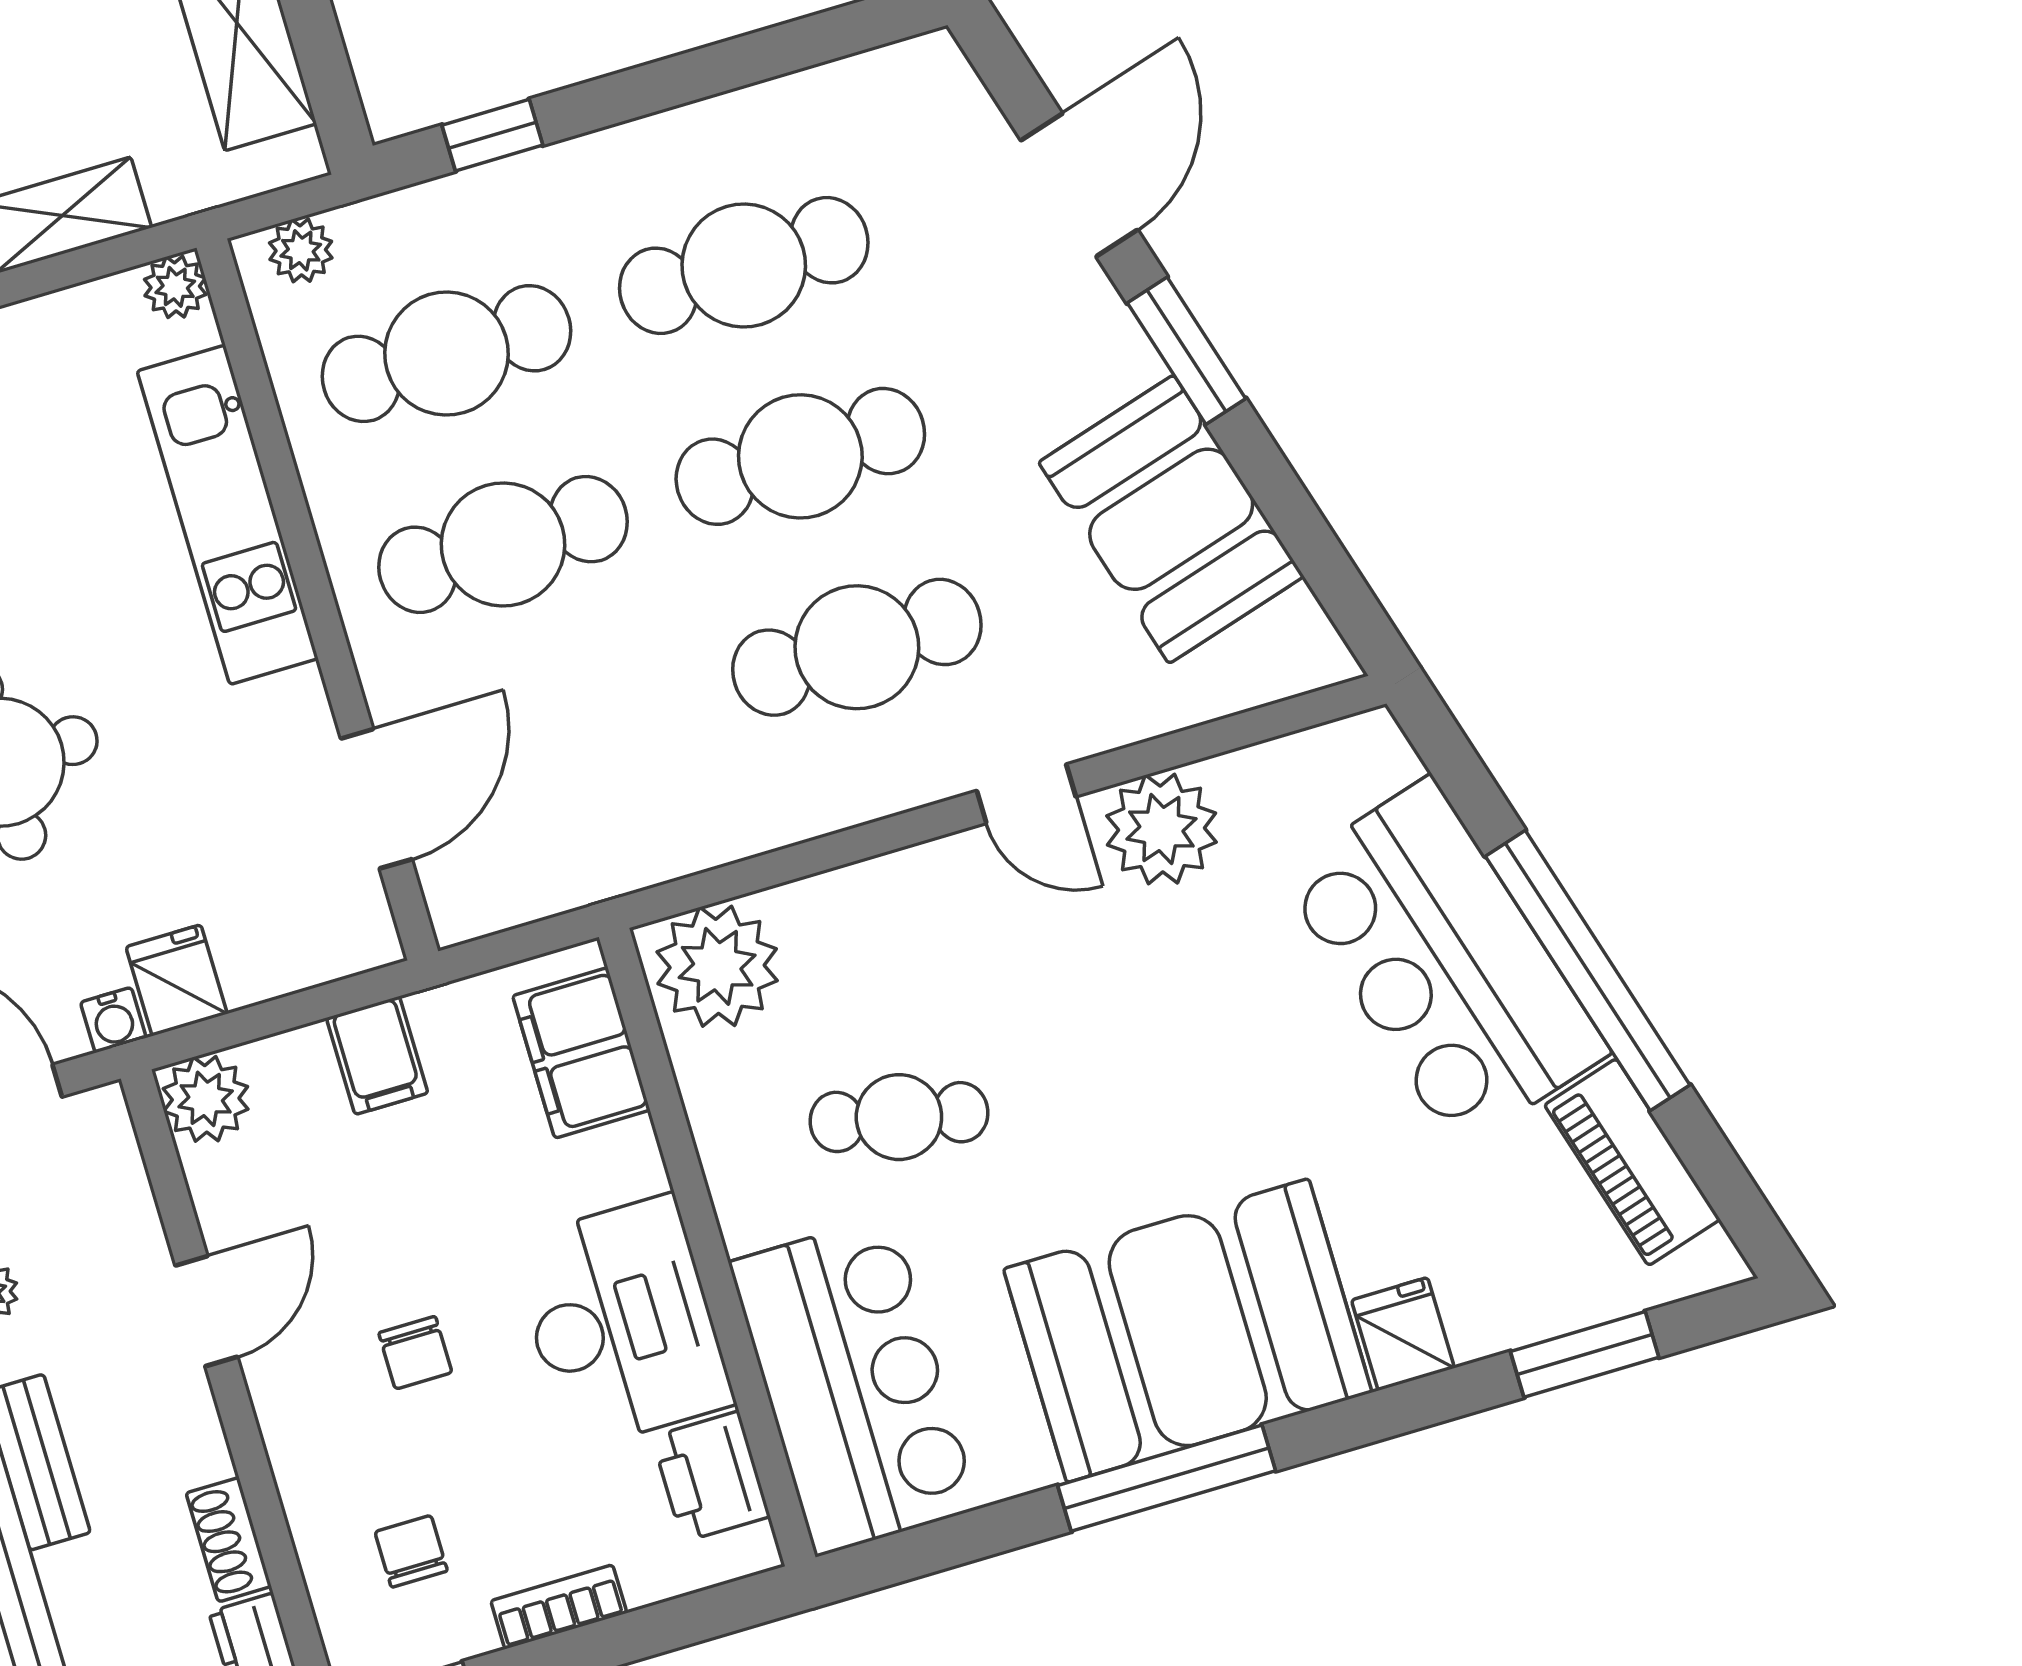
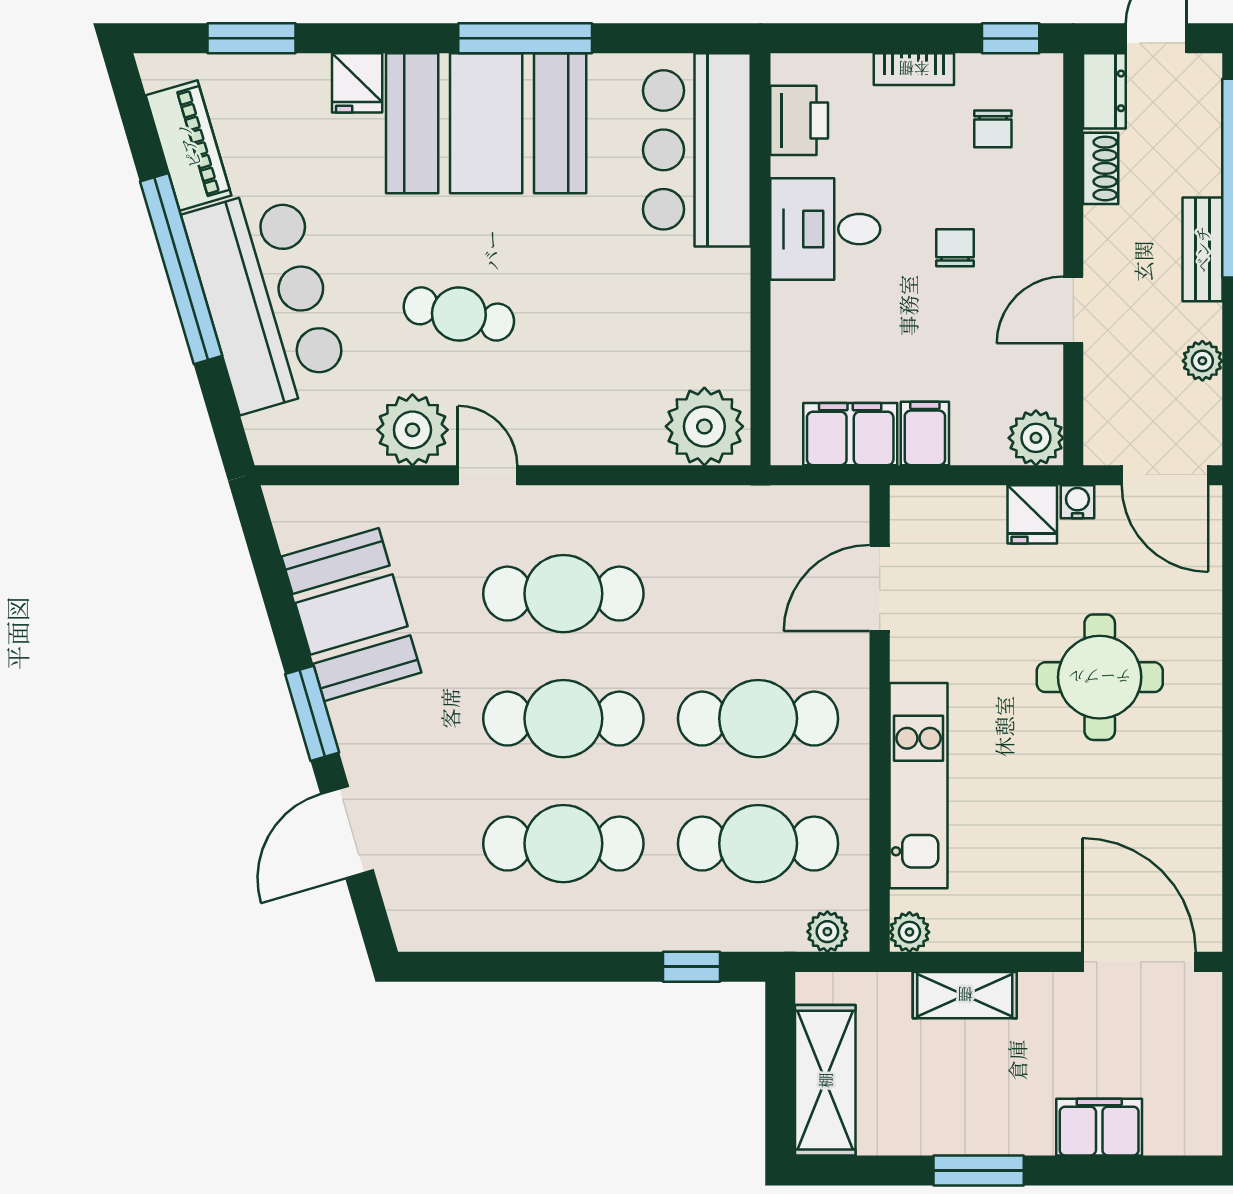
filing cabinet: (581, 1053) -> (850, 434), moved, turned -90
cafe table: (899, 1117) -> (459, 314), moved
desk: (622, 1323) -> (825, 229), width x0.73

